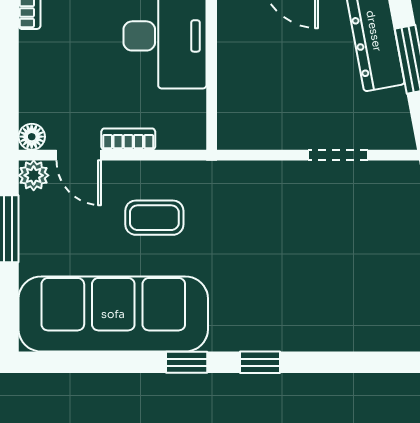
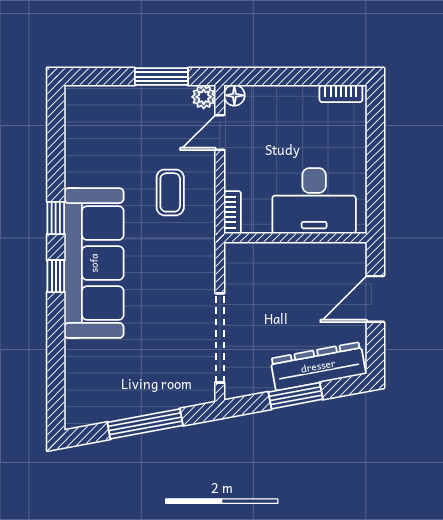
bookcase: (128, 139) -> (232, 212), moved
doorway: (338, 155) -> (220, 338), width x1.87
sofa: (113, 314) -> (94, 263), moved

